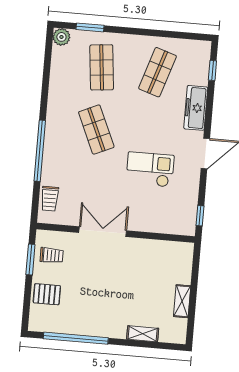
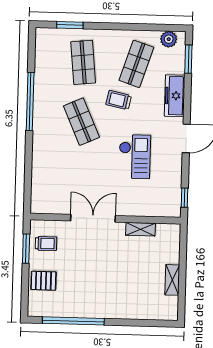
plant: (61, 37) -> (169, 39), moved
window: (212, 70) -> (188, 59), width x1.50
window: (40, 151) -> (30, 101), moved
checkout: (150, 169) -> (135, 157), turned 90
trolley: (50, 199) -> (119, 100), moved, turned 102
shelving: (143, 334) -> (141, 229), moved

